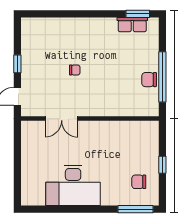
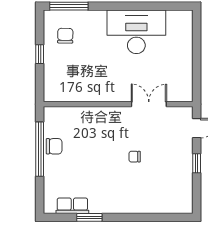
window: (138, 14) -> (89, 217), moved
chair: (139, 182) -> (65, 36), turned -89

